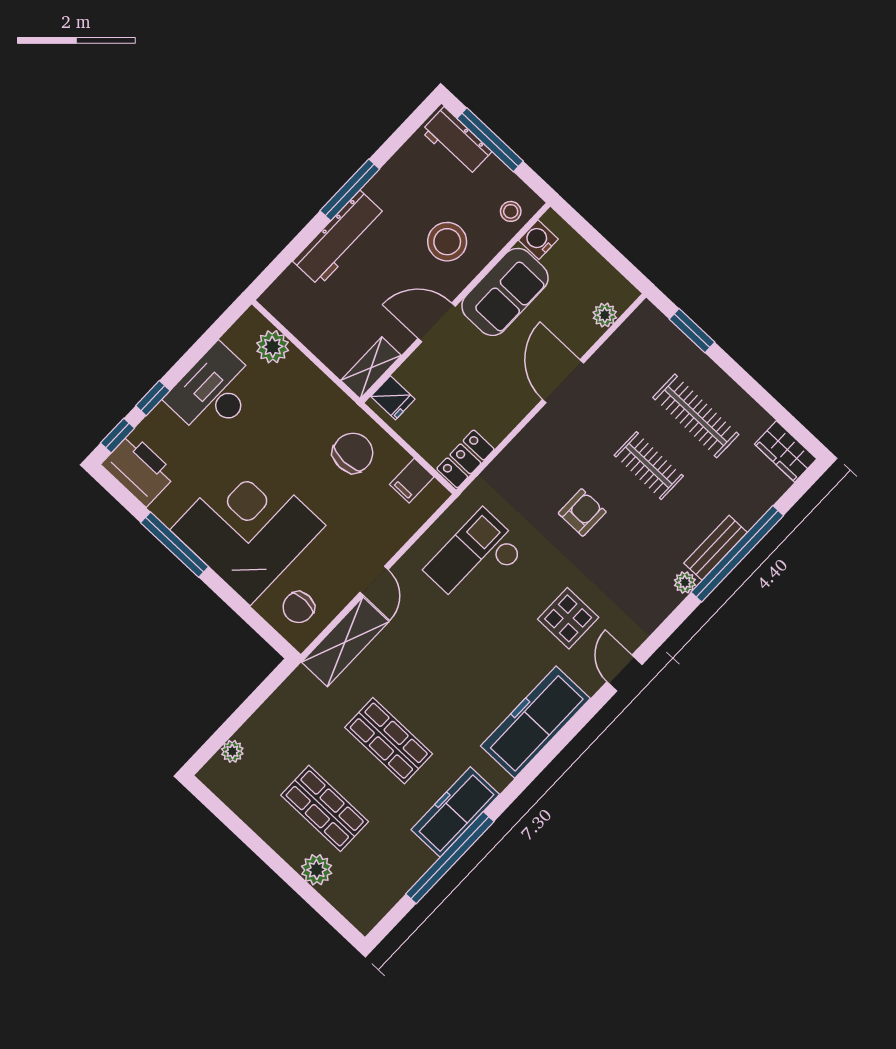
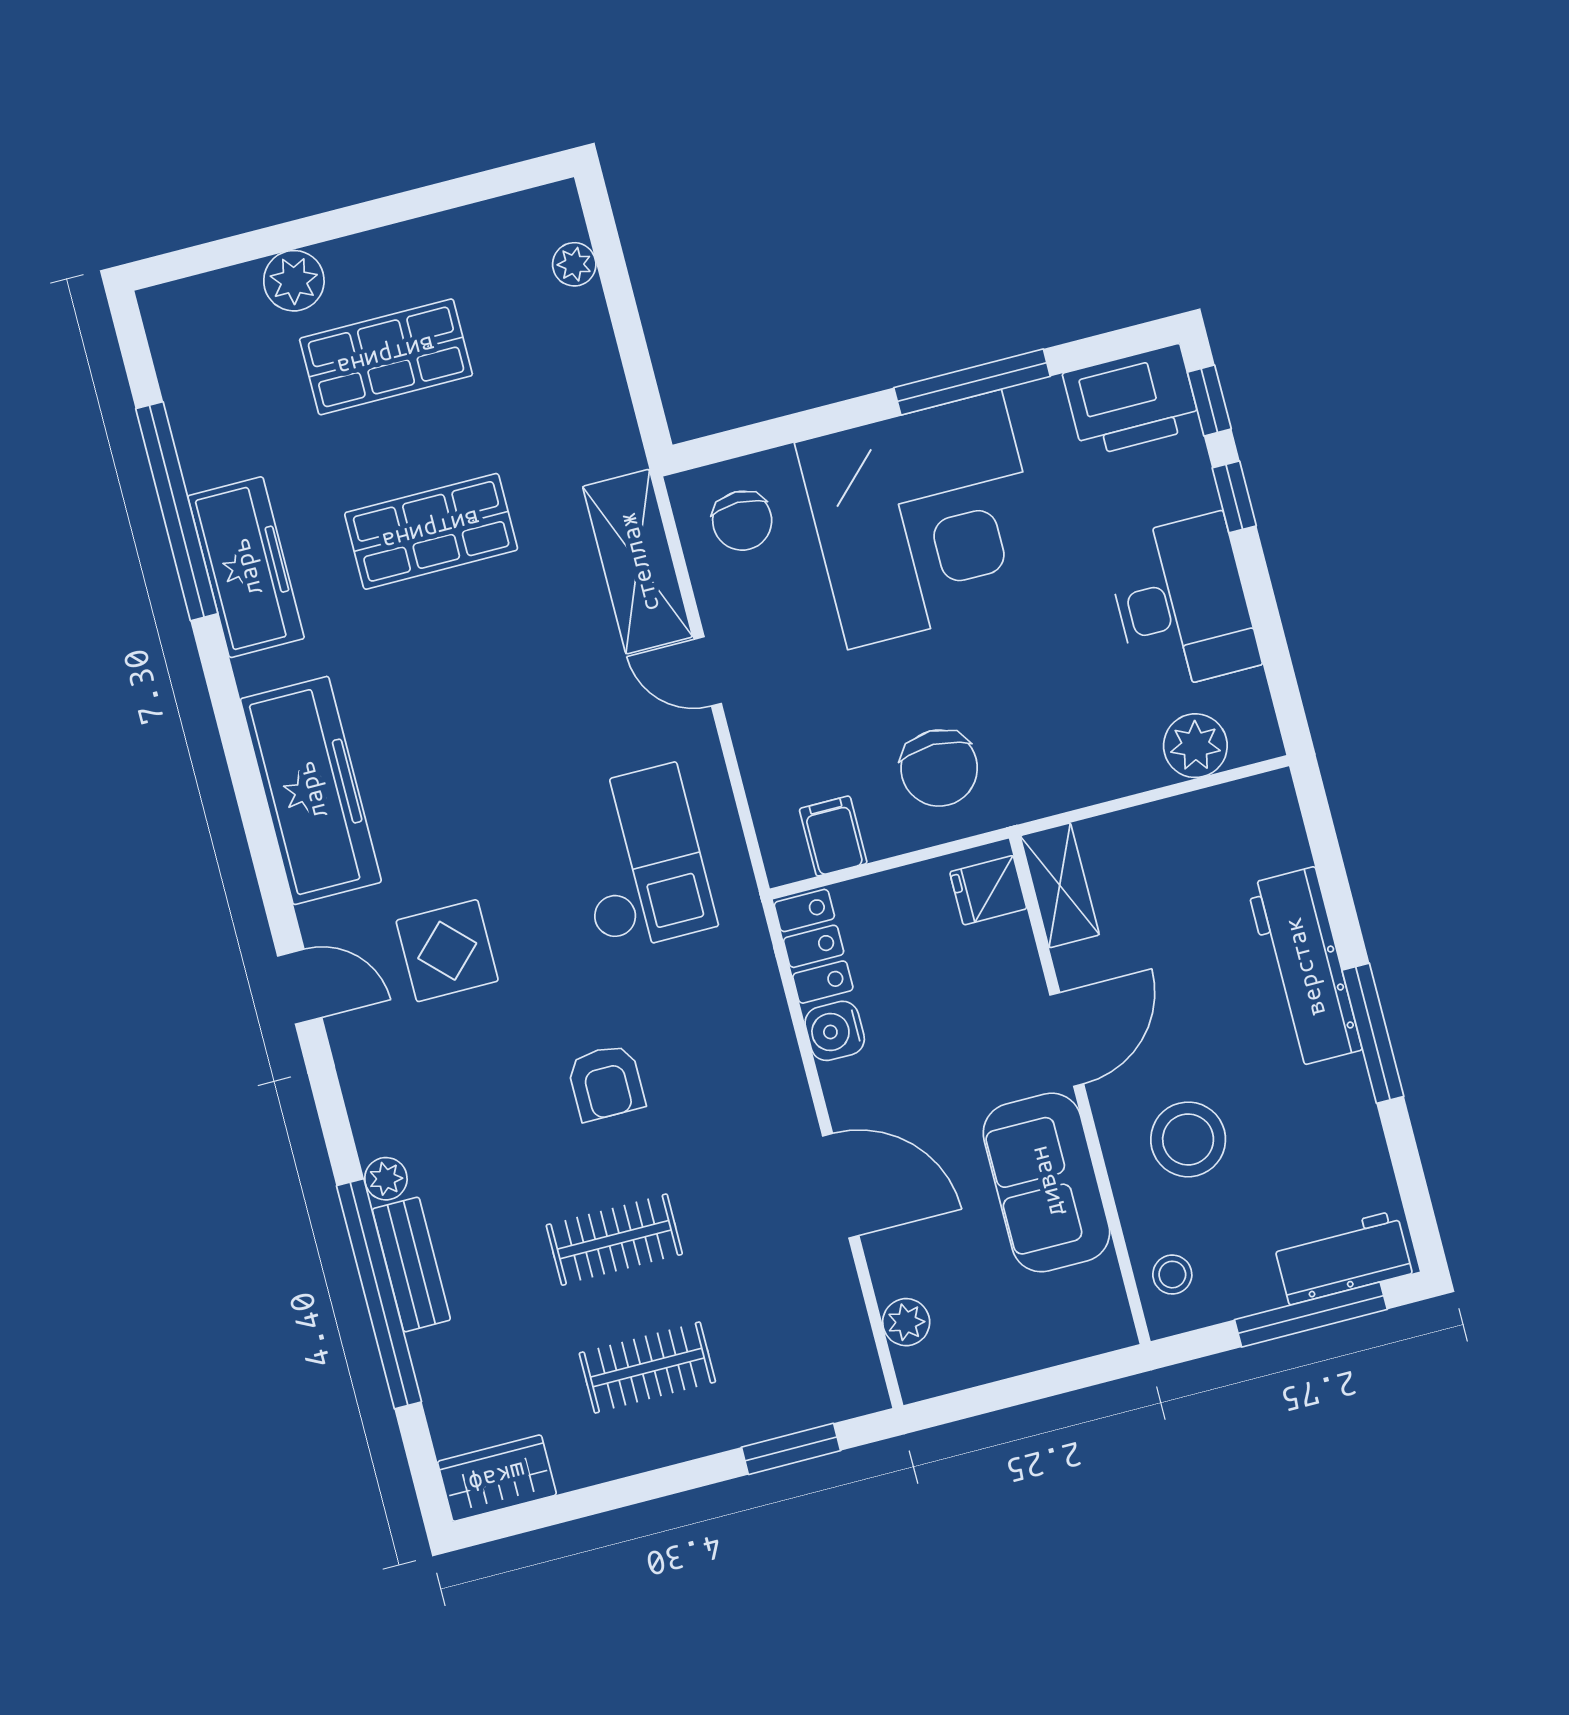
water cooler: (538, 240) -> (835, 1031), moved, turned 180
clothes rail: (696, 416) -> (647, 1367), width x0.73
chair: (299, 607) -> (742, 521), turned 180

